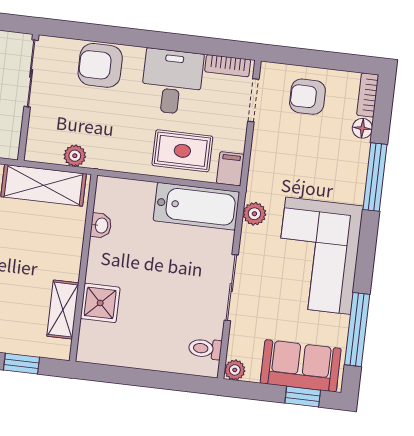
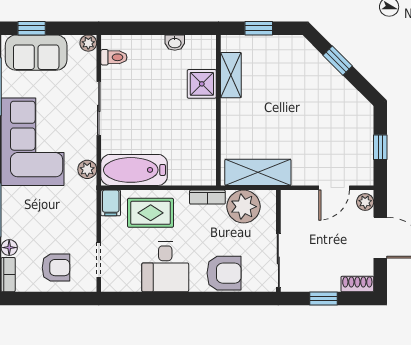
bookcase: (228, 66) -> (207, 197), moved, turned 180
plant: (75, 156) -> (243, 207), width x1.88, depth x1.88
washbasin: (101, 225) -> (175, 43), moved, turned -90

